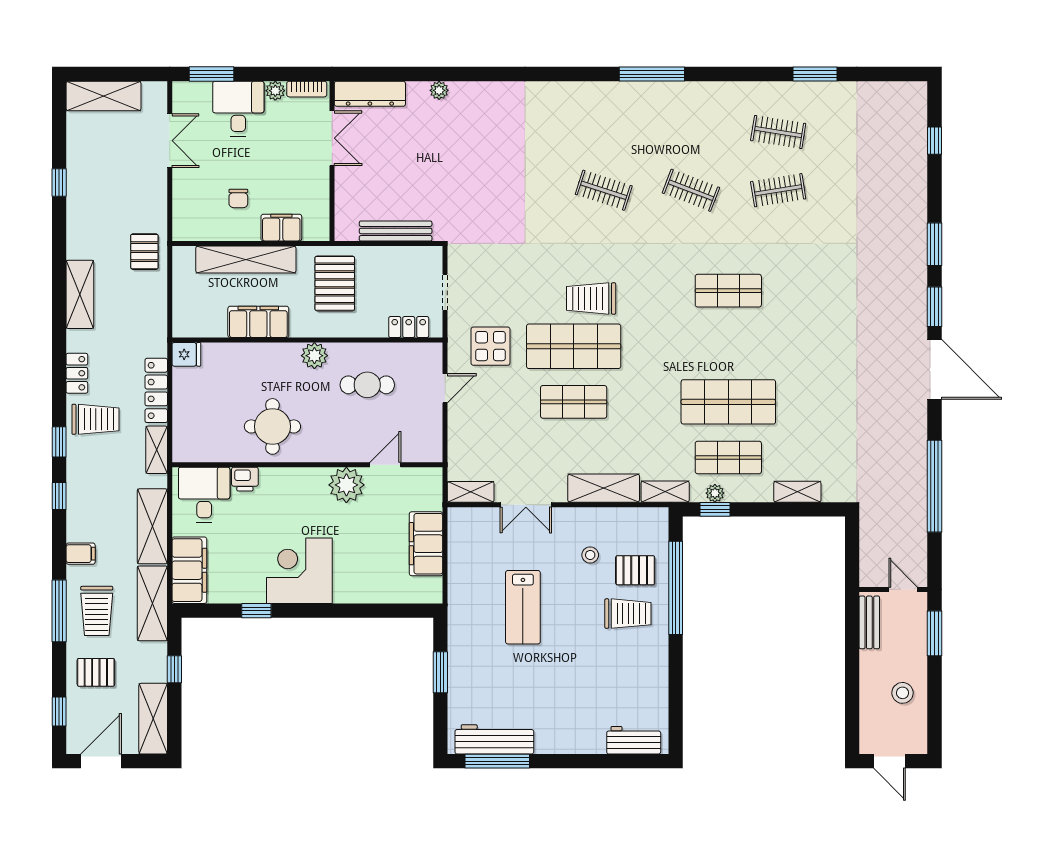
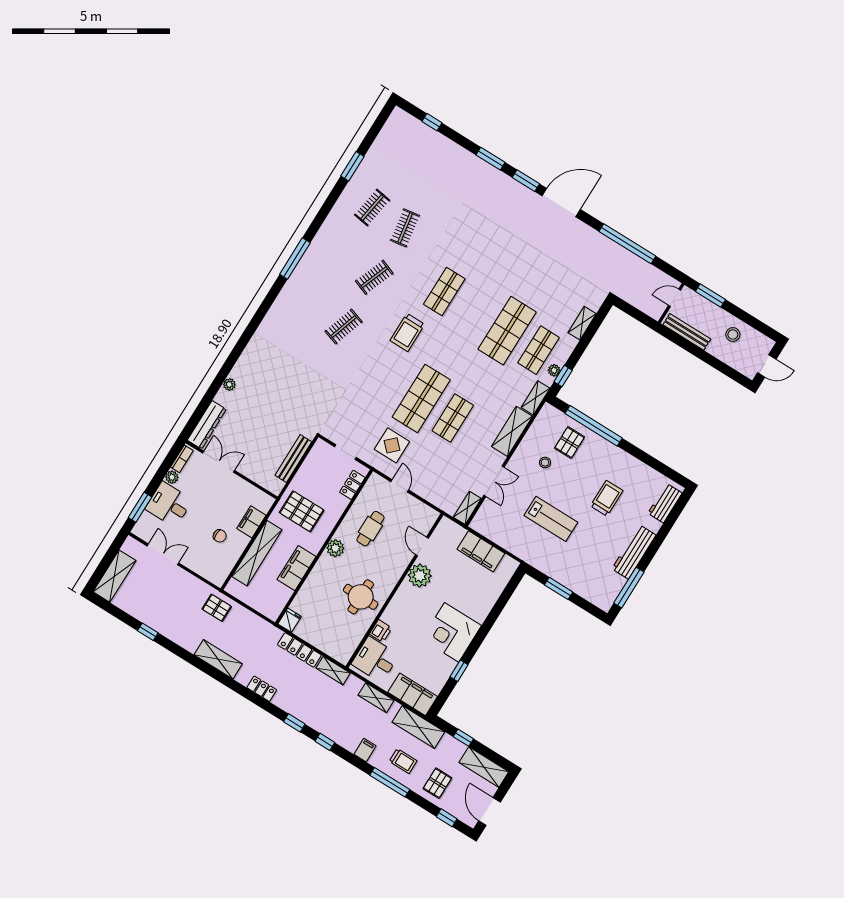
trolley: (591, 298) -> (407, 332), moved
trolley: (95, 419) -> (294, 694), removed
shelving: (152, 526) -> (376, 698), width x0.67, depth x0.75
trolley: (97, 611) -> (403, 761), width x0.73, depth x0.72
trolley: (628, 614) -> (607, 498), moved
bench: (869, 622) -> (687, 332), width x1.36
workbench: (494, 739) -> (634, 552), moved

